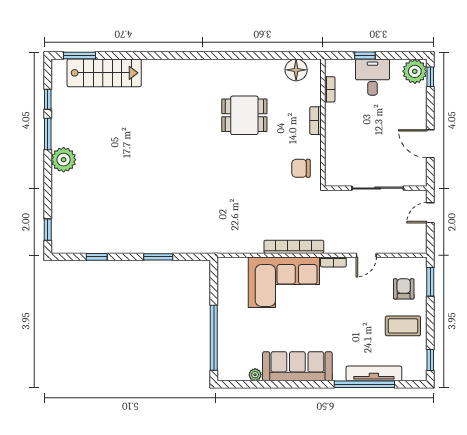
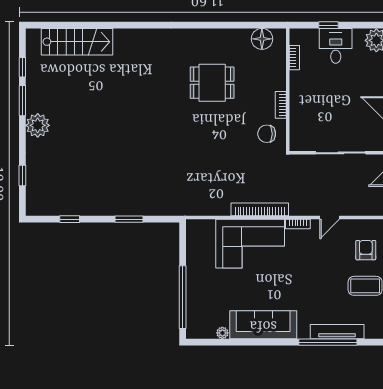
window: (80, 56) -> (53, 25), removed
bookcase: (316, 121) -> (281, 105), moved
window: (48, 230) -> (22, 175), moved

